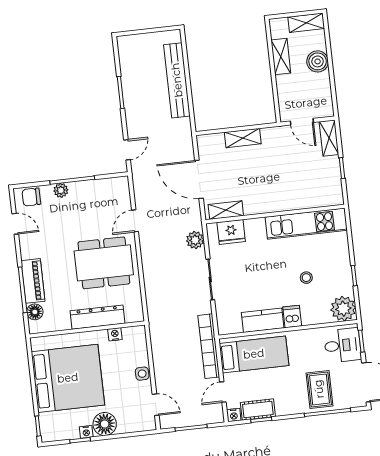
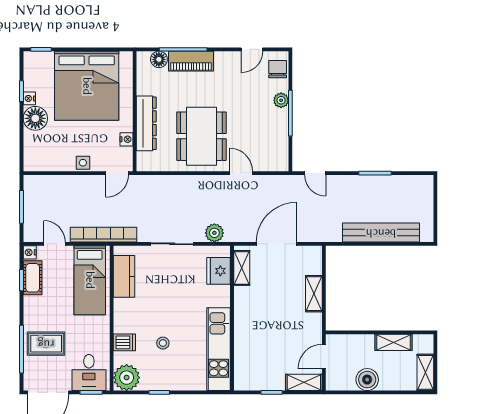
boiler: (318, 61) -> (367, 380), moved
dishwasher: (292, 316) -> (124, 342), moved
kitchen counter: (263, 320) -> (124, 276), moved
door: (156, 405) -> (117, 173), moved

